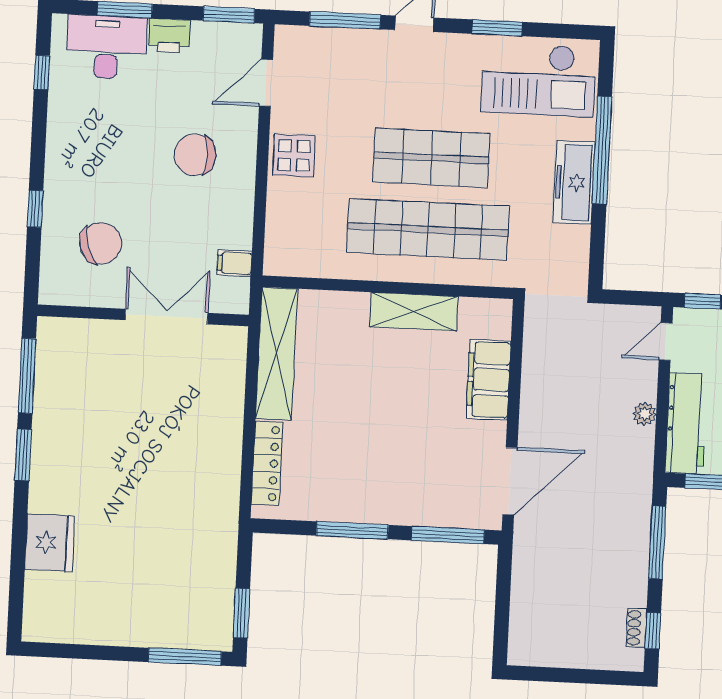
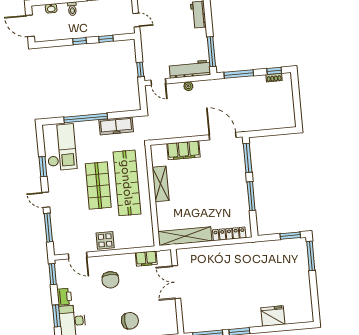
freezer: (574, 182) -> (116, 126), moved
chair: (101, 243) -> (130, 321), moved, turned 102
filing cabinet: (234, 263) -> (146, 259), width x2.00

